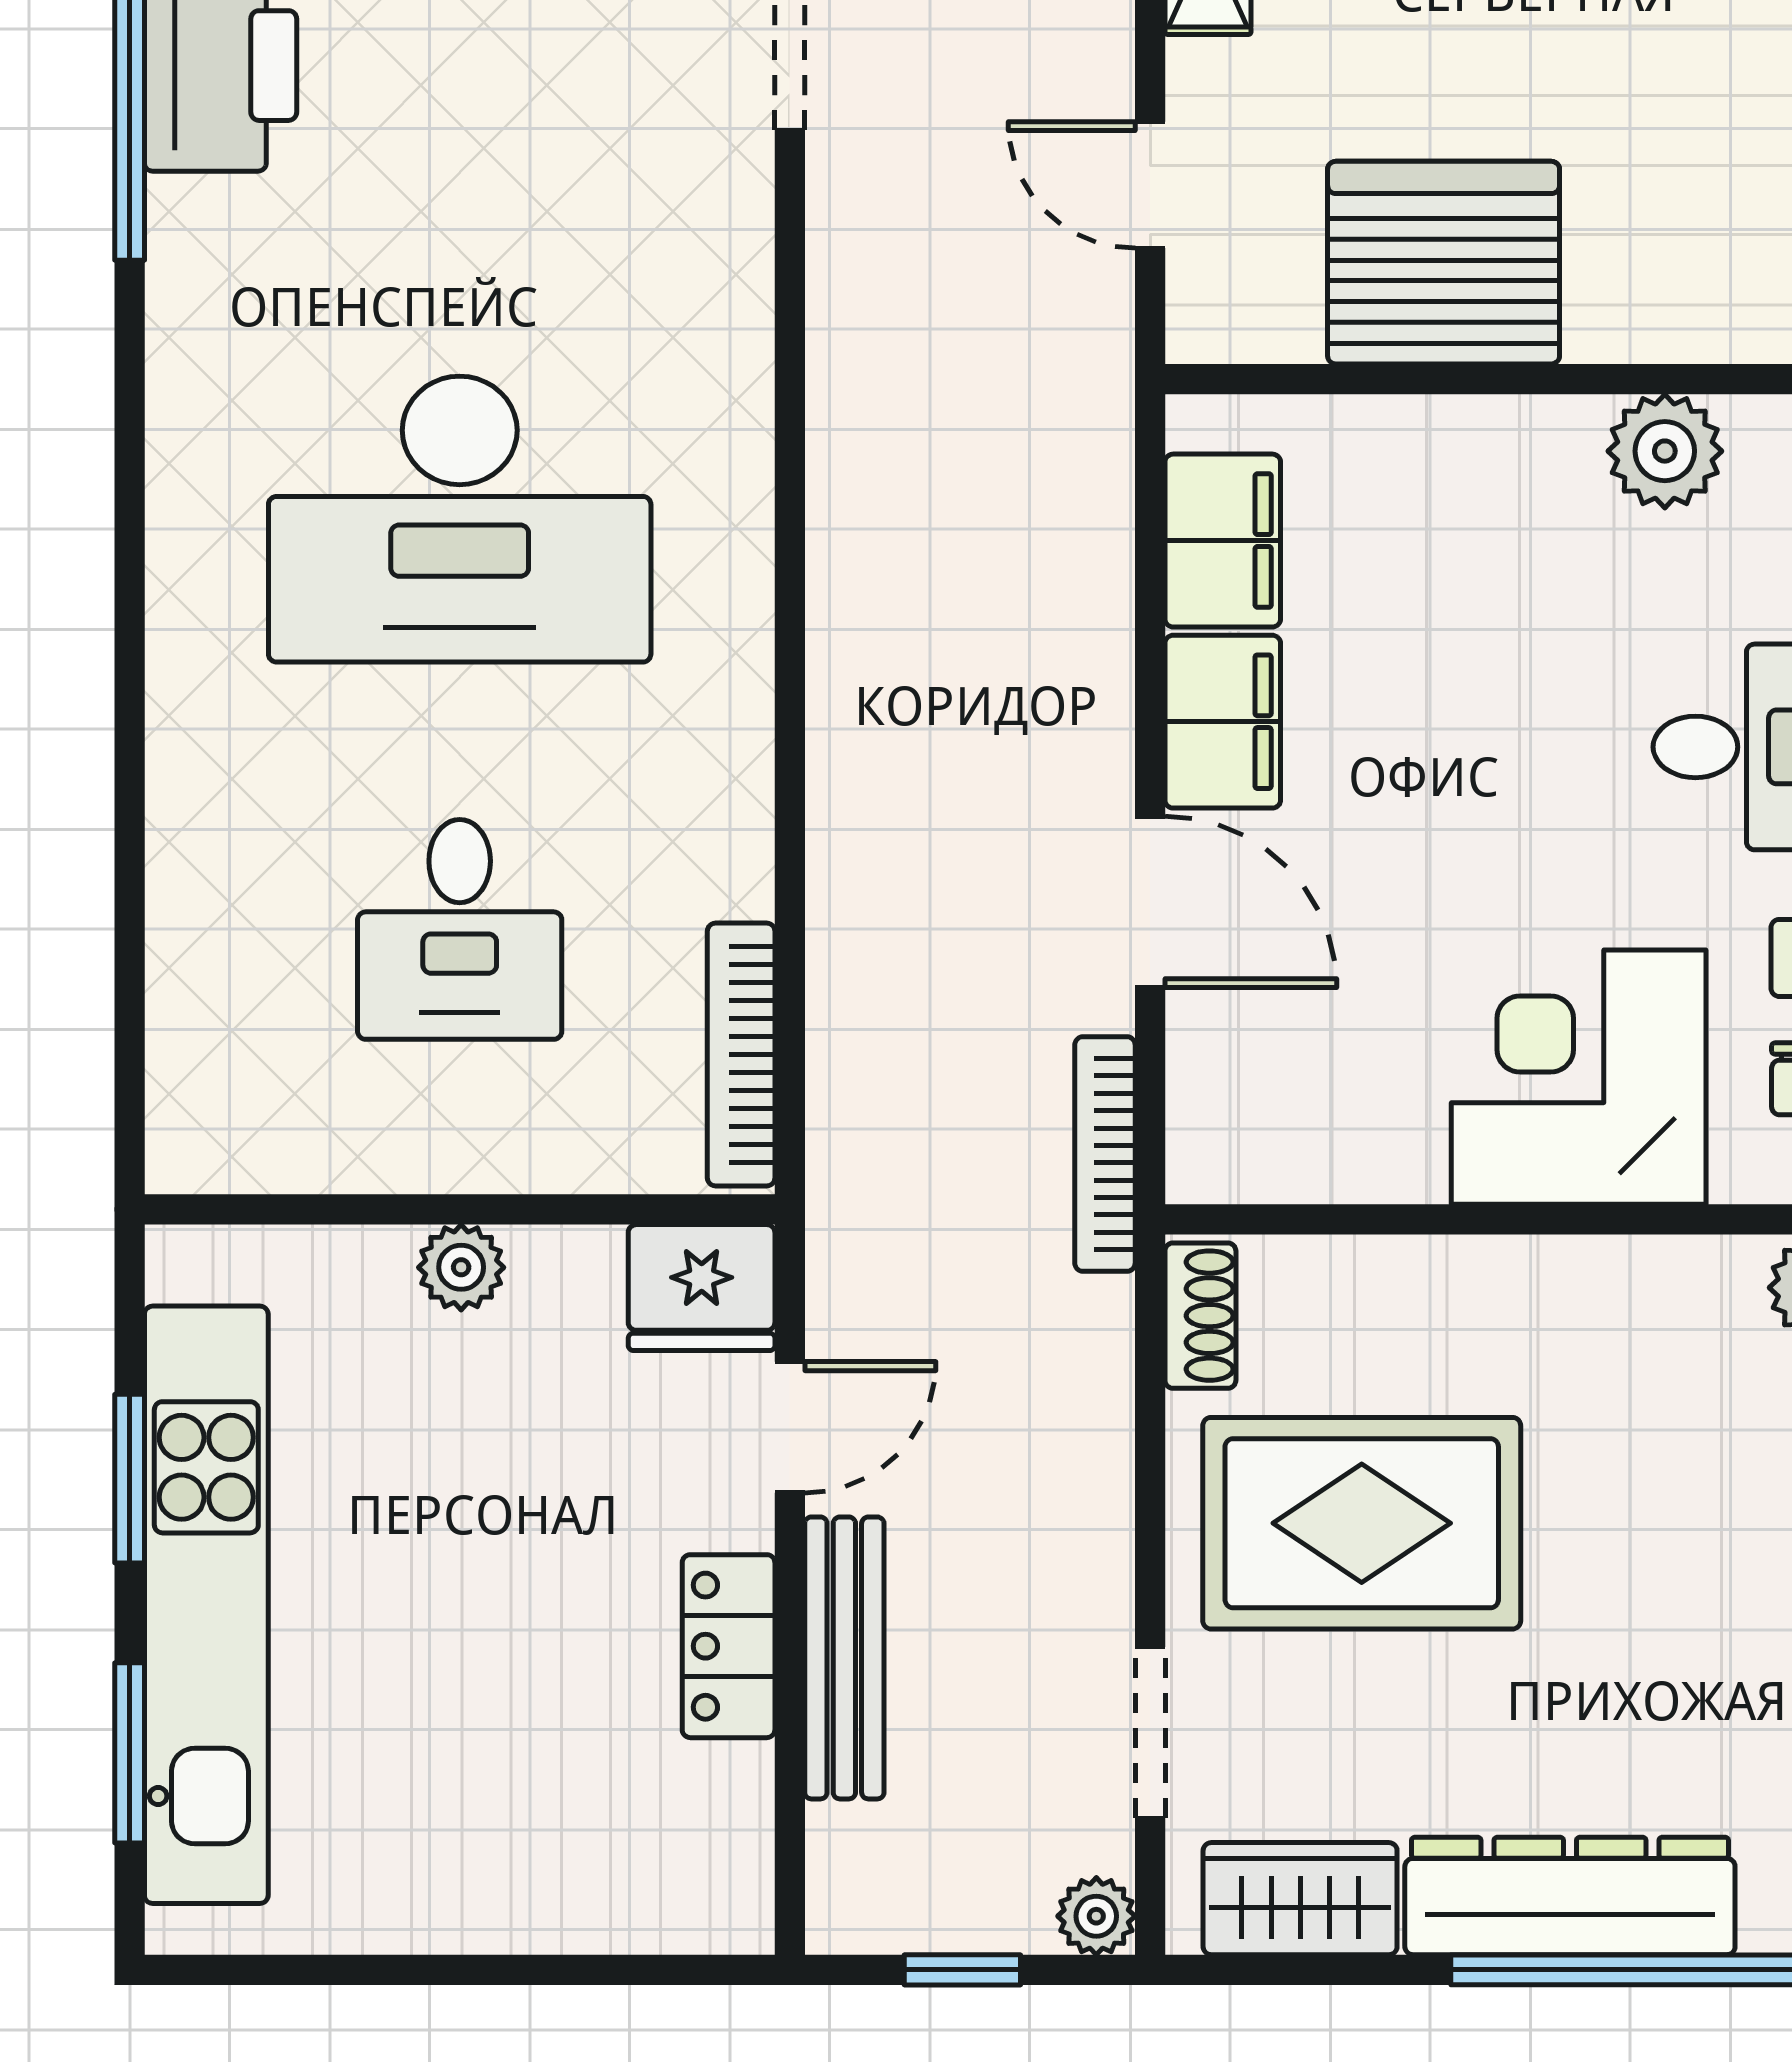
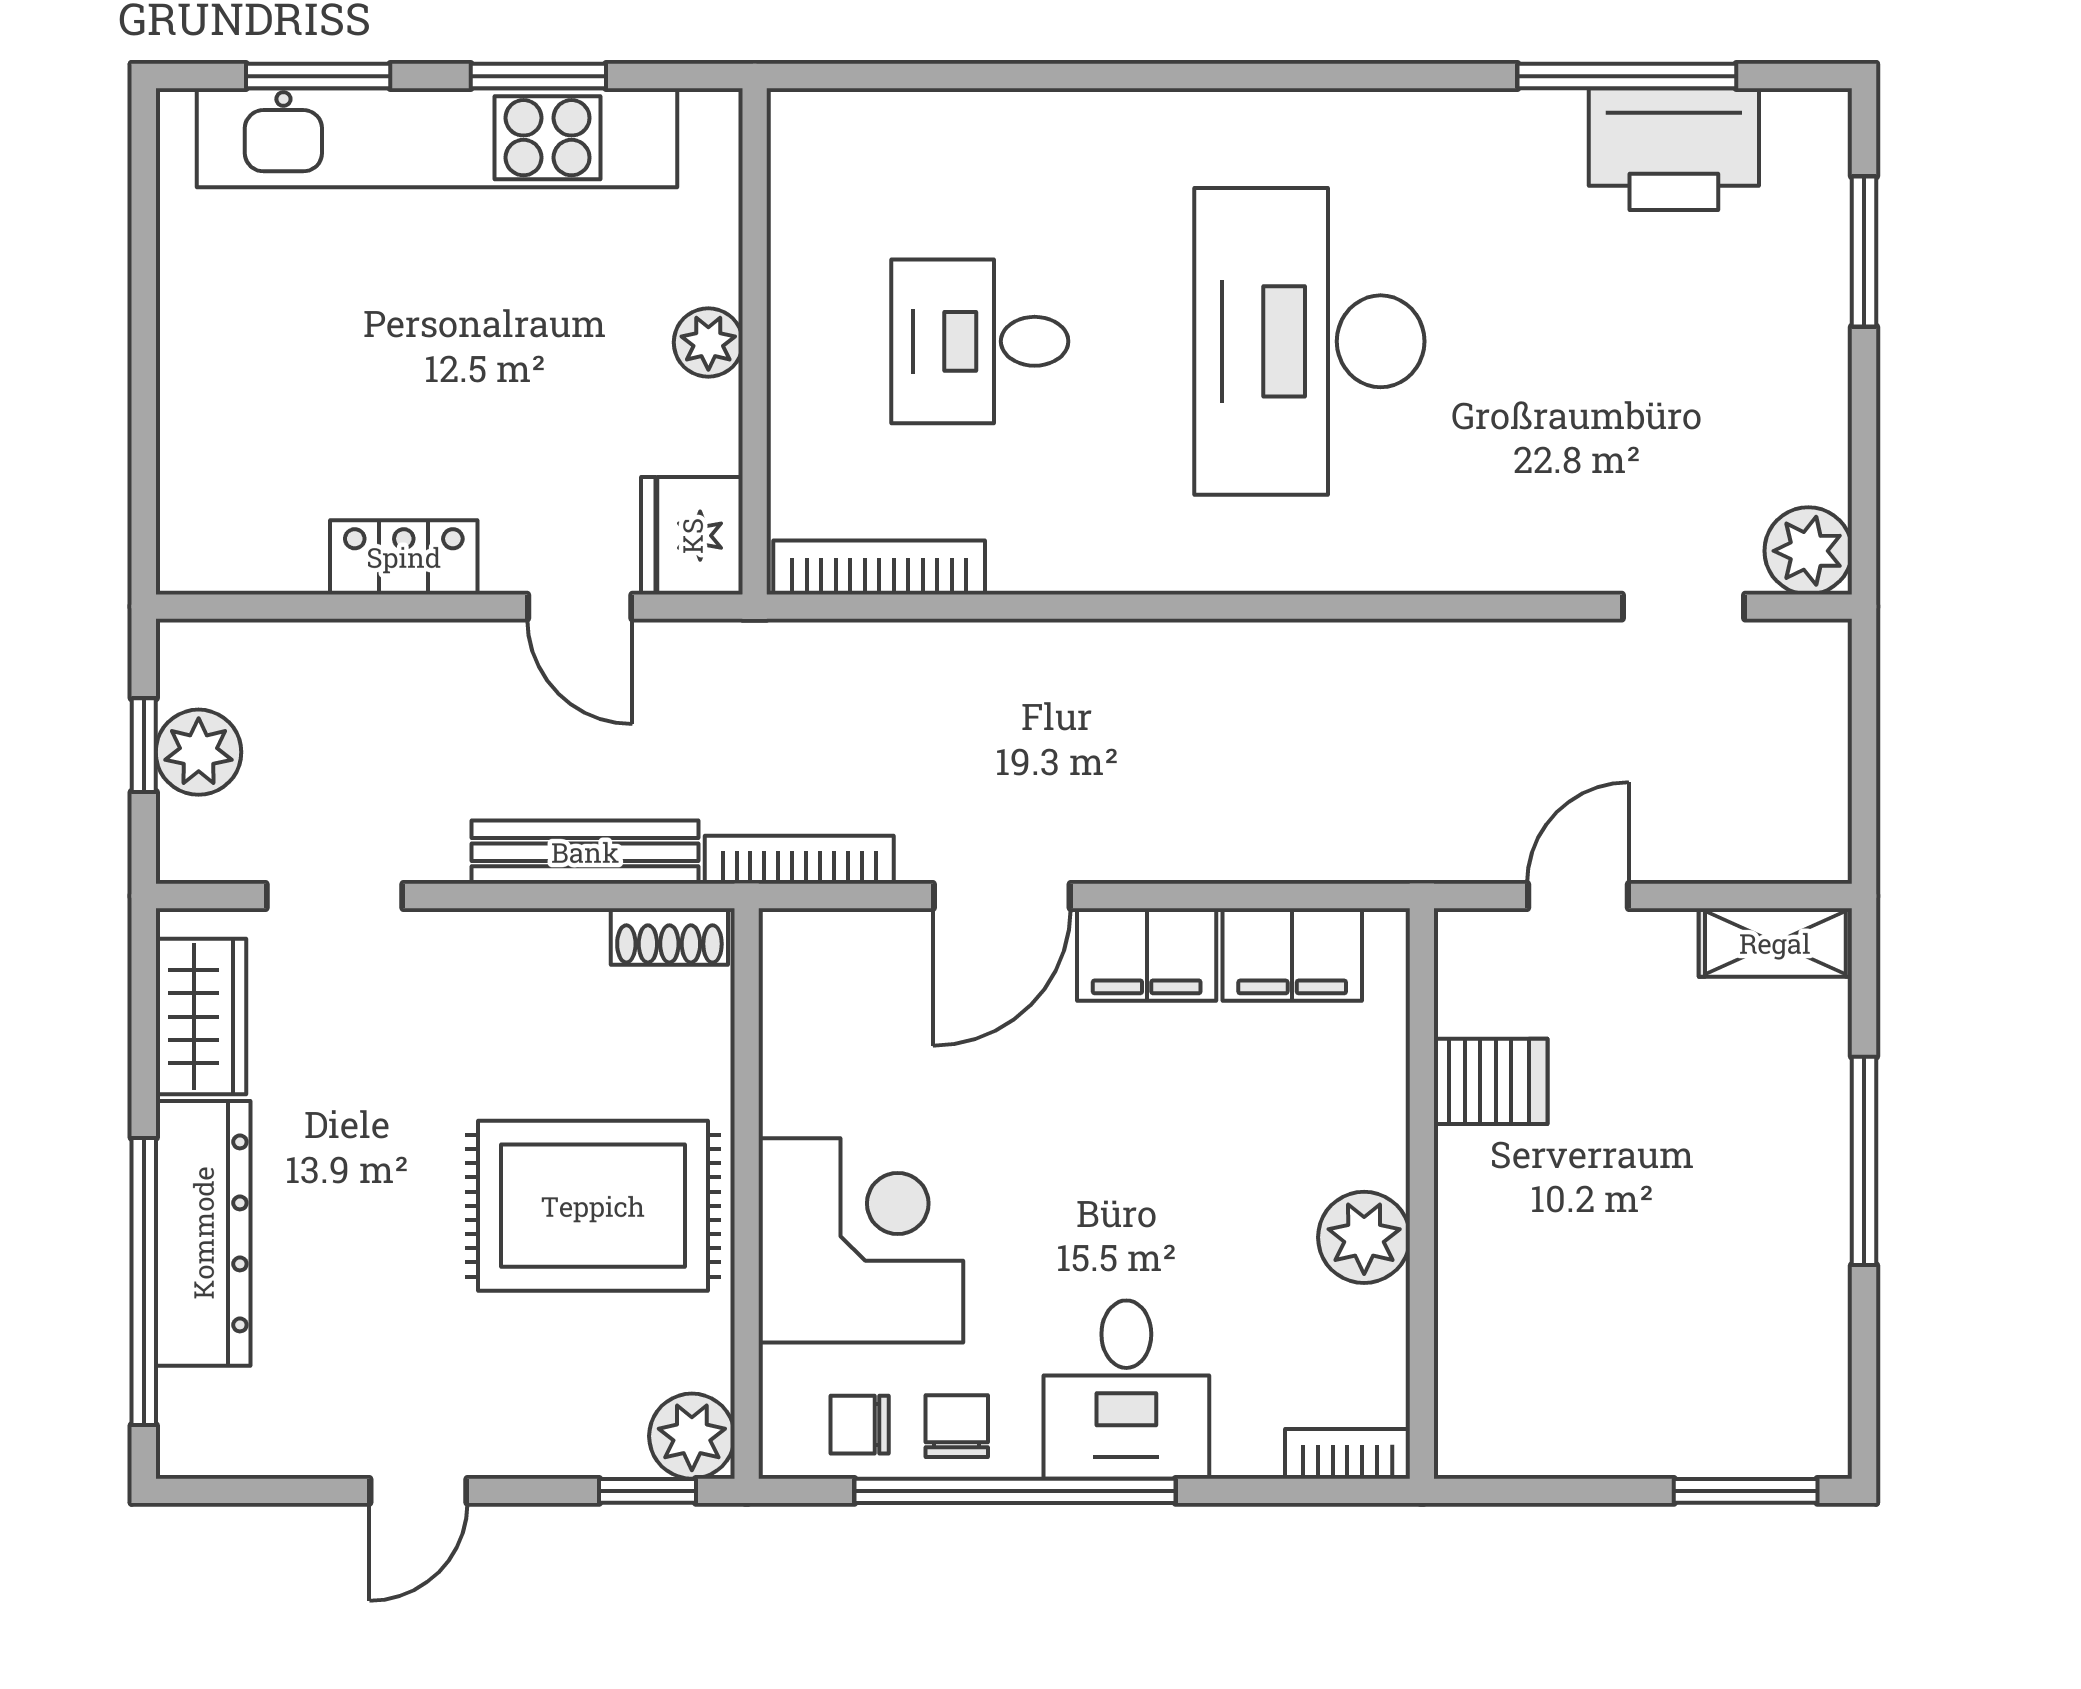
server rack: (1444, 263) -> (1491, 1081), width x0.46, depth x0.70
plant: (1665, 451) -> (1364, 1237), moved
rug: (1362, 1523) -> (593, 1206), moved, turned 90
bench: (844, 1658) -> (585, 852), moved
plant: (1096, 1916) -> (199, 752), moved, width x1.38, depth x1.38

